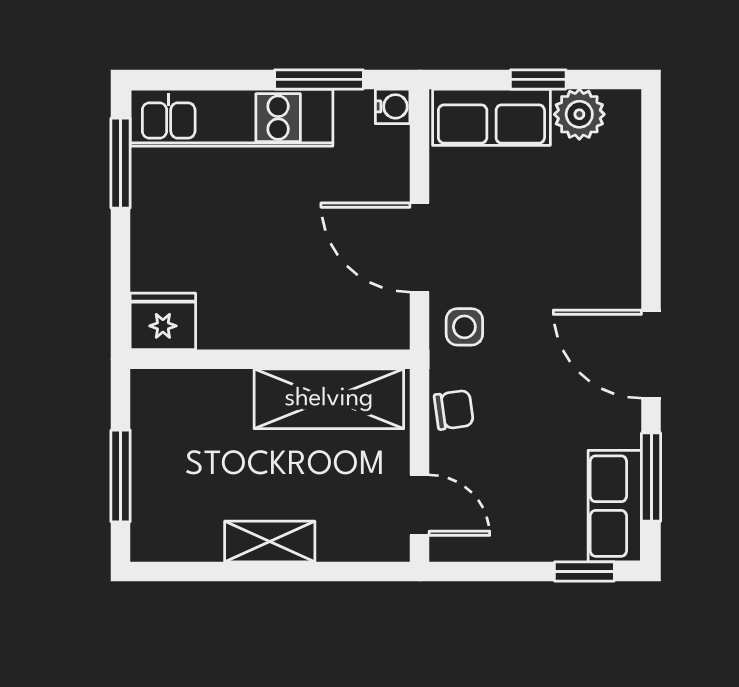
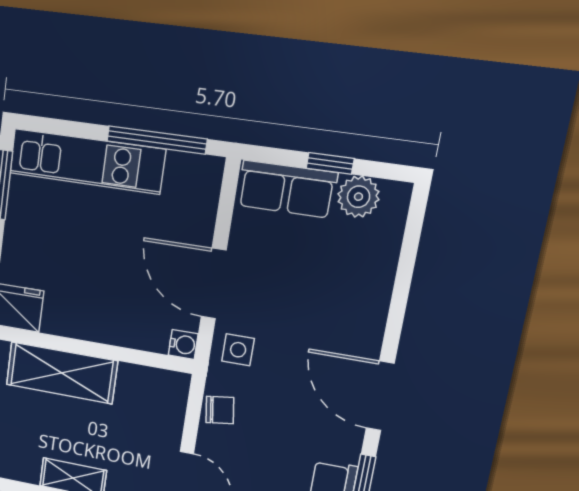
window: (319, 79) -> (157, 140), width x1.44
water cooler: (393, 106) -> (183, 344), moved
shelving: (329, 399) -> (62, 373), moved

